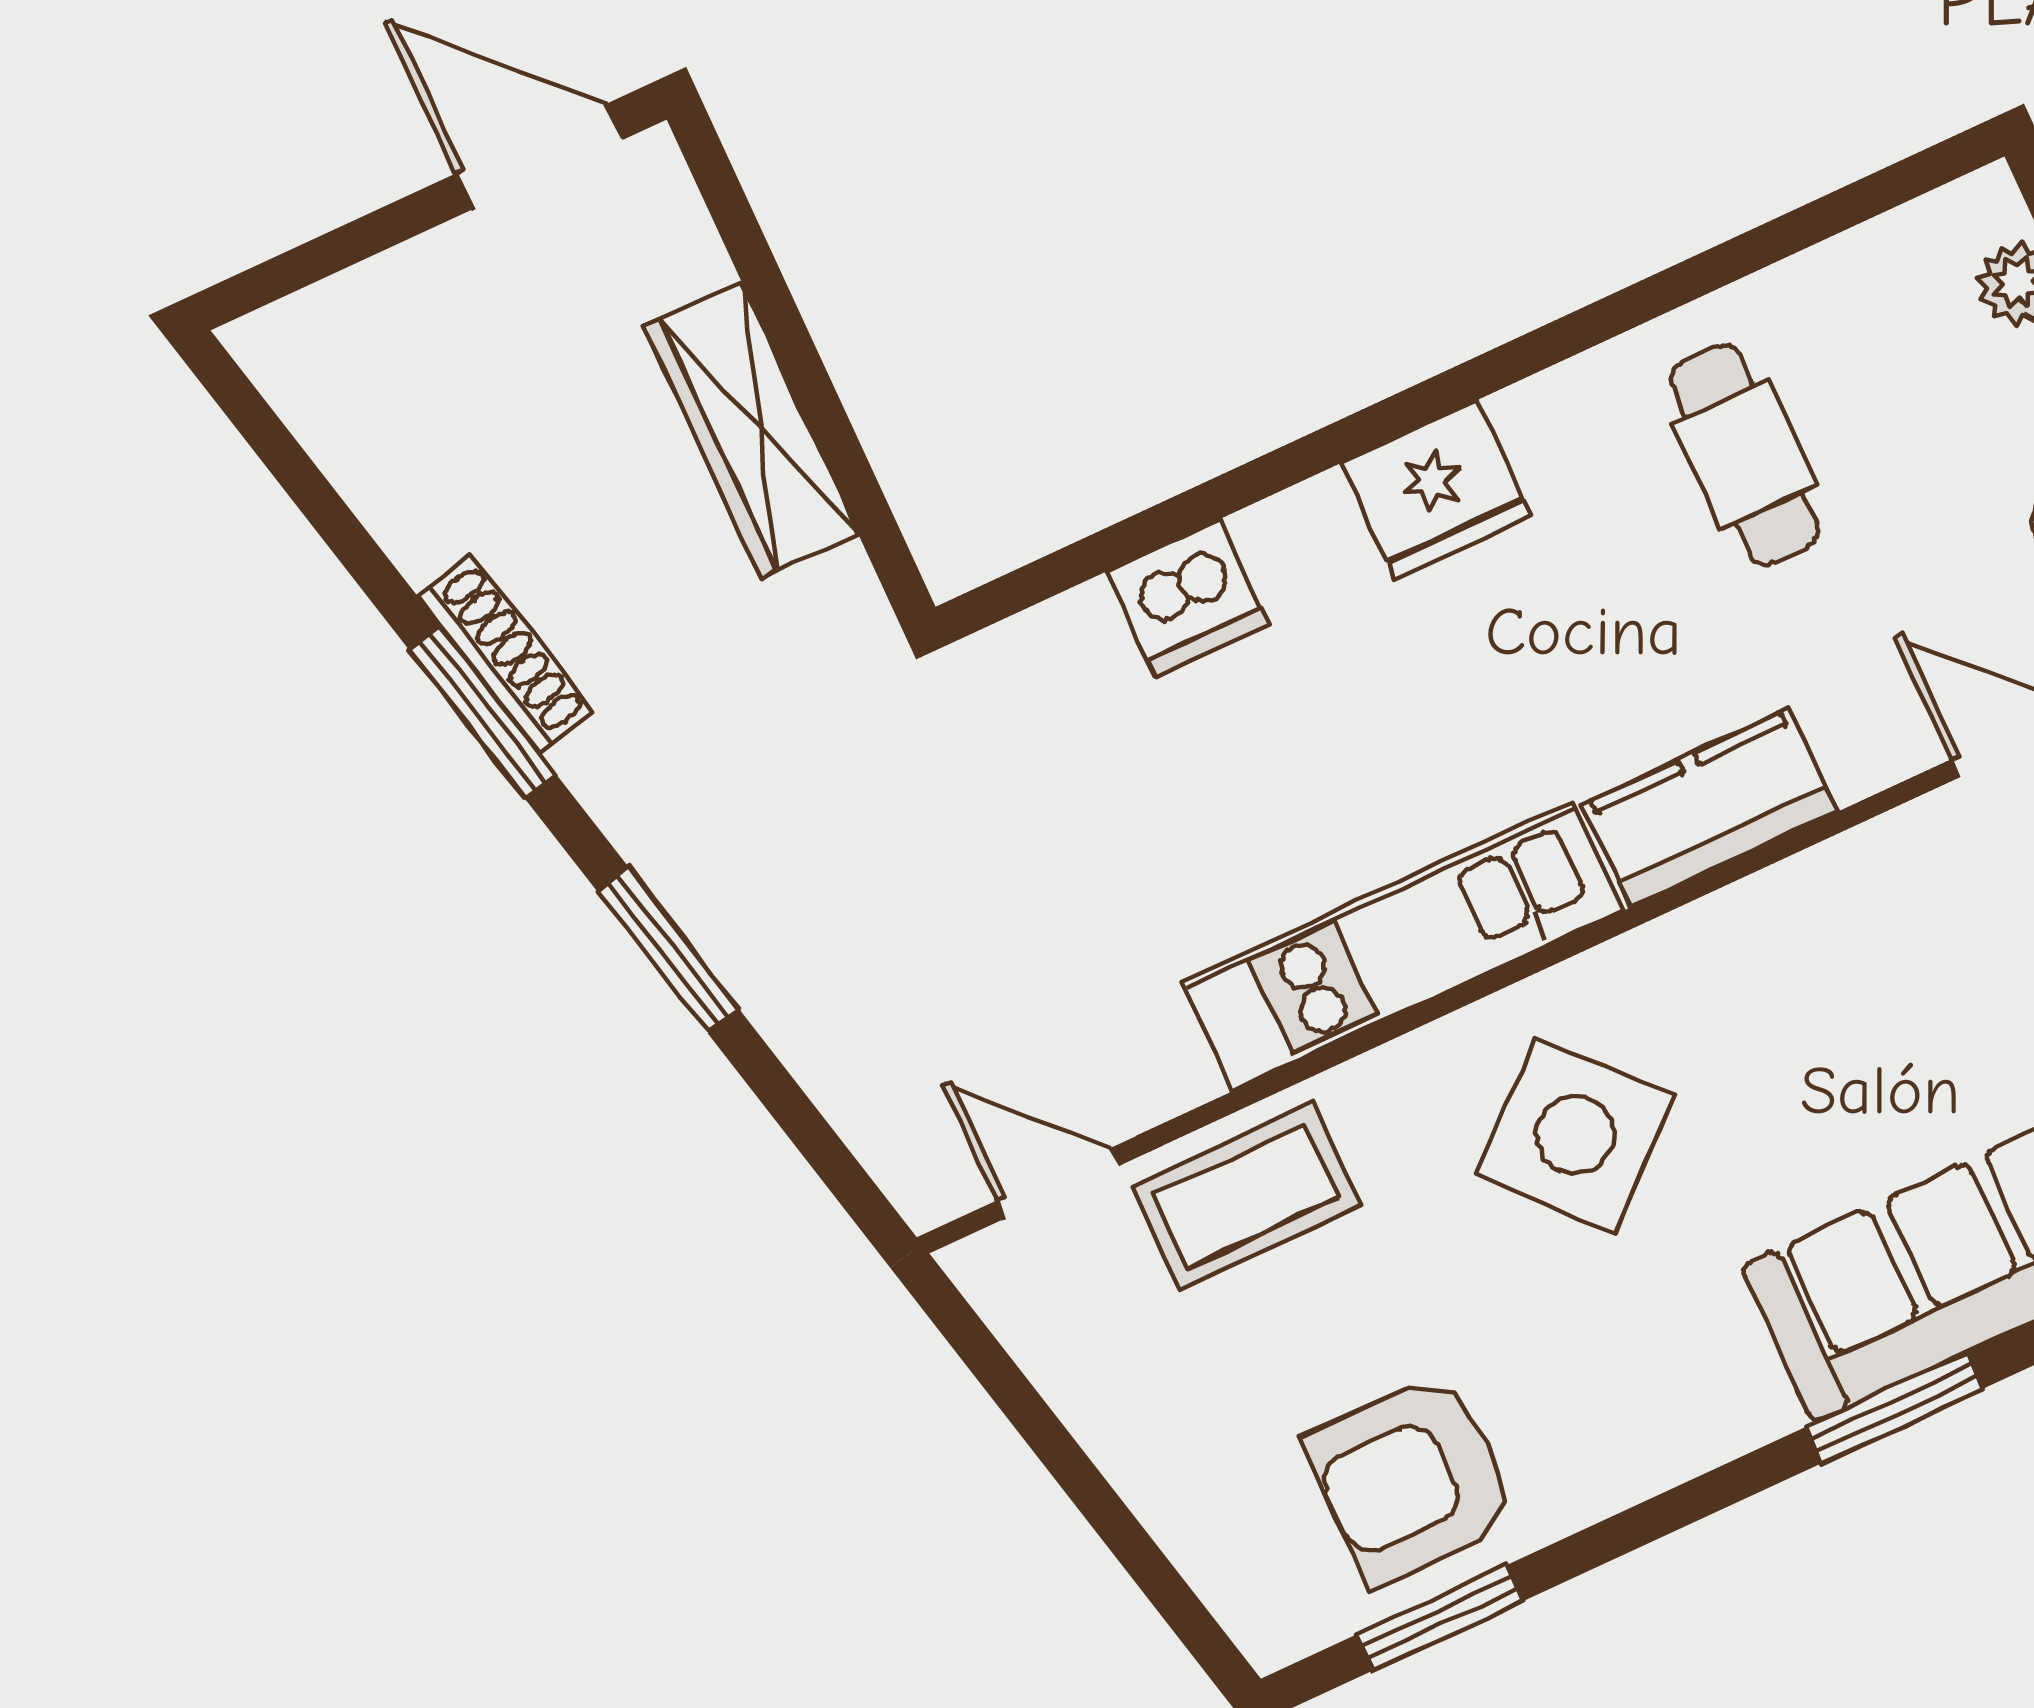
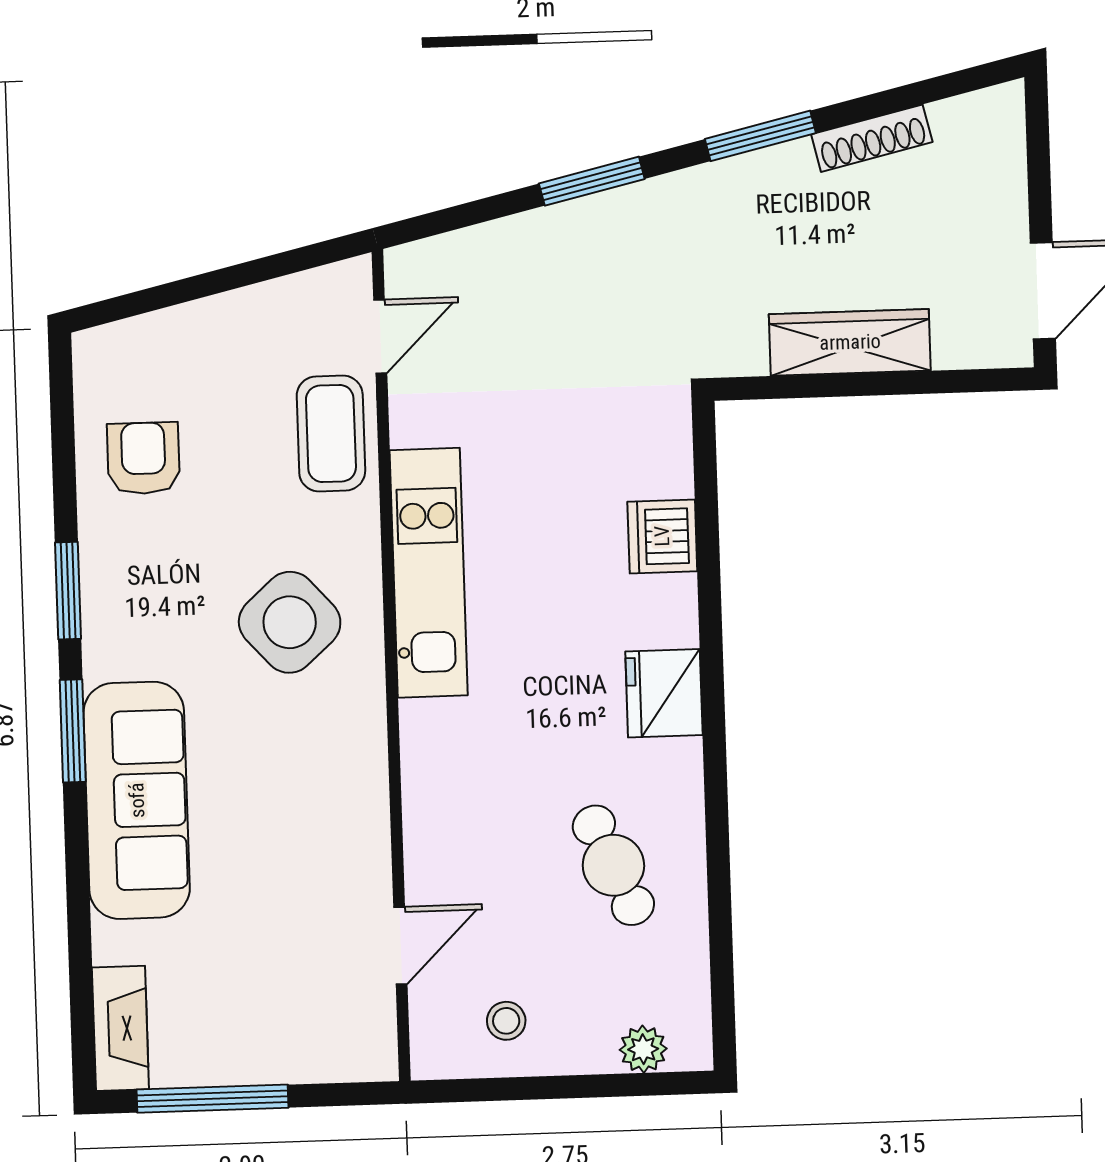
cafe table: (1745, 455) -> (613, 865), turned 66
shoe rack: (505, 654) -> (872, 138), moved
kitchen counter: (1709, 808) -> (433, 767), removed
armchair: (1412, 1479) -> (143, 458), width x0.72, depth x0.72
window: (1440, 1618) -> (68, 591), moved

